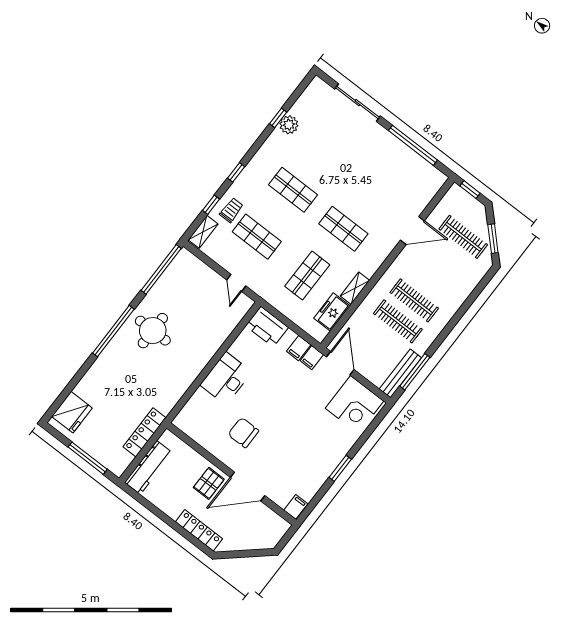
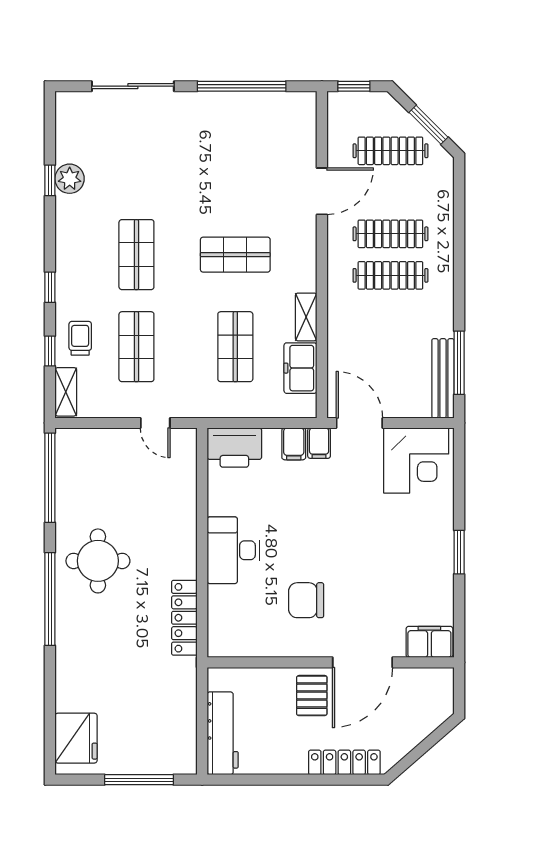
shop shelf: (293, 190) -> (136, 255), turned 90
shop shelf: (257, 237) -> (136, 347), turned 90
clothes rail: (398, 321) -> (390, 234), moved
locker: (144, 432) -> (184, 618), moved
filing cabinet: (296, 507) -> (429, 642), width x2.00

